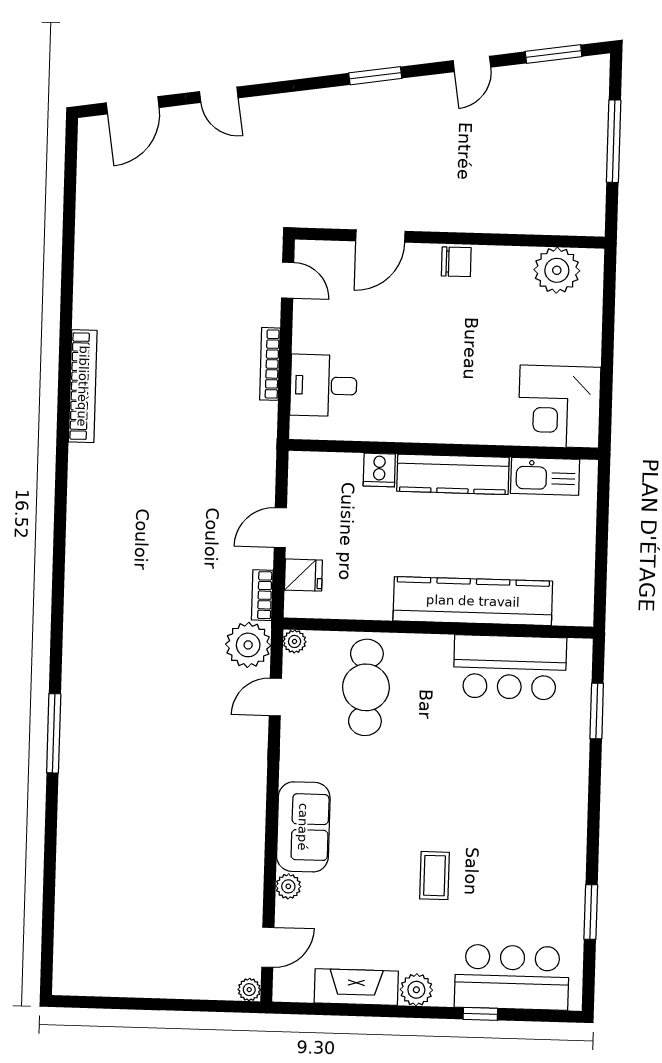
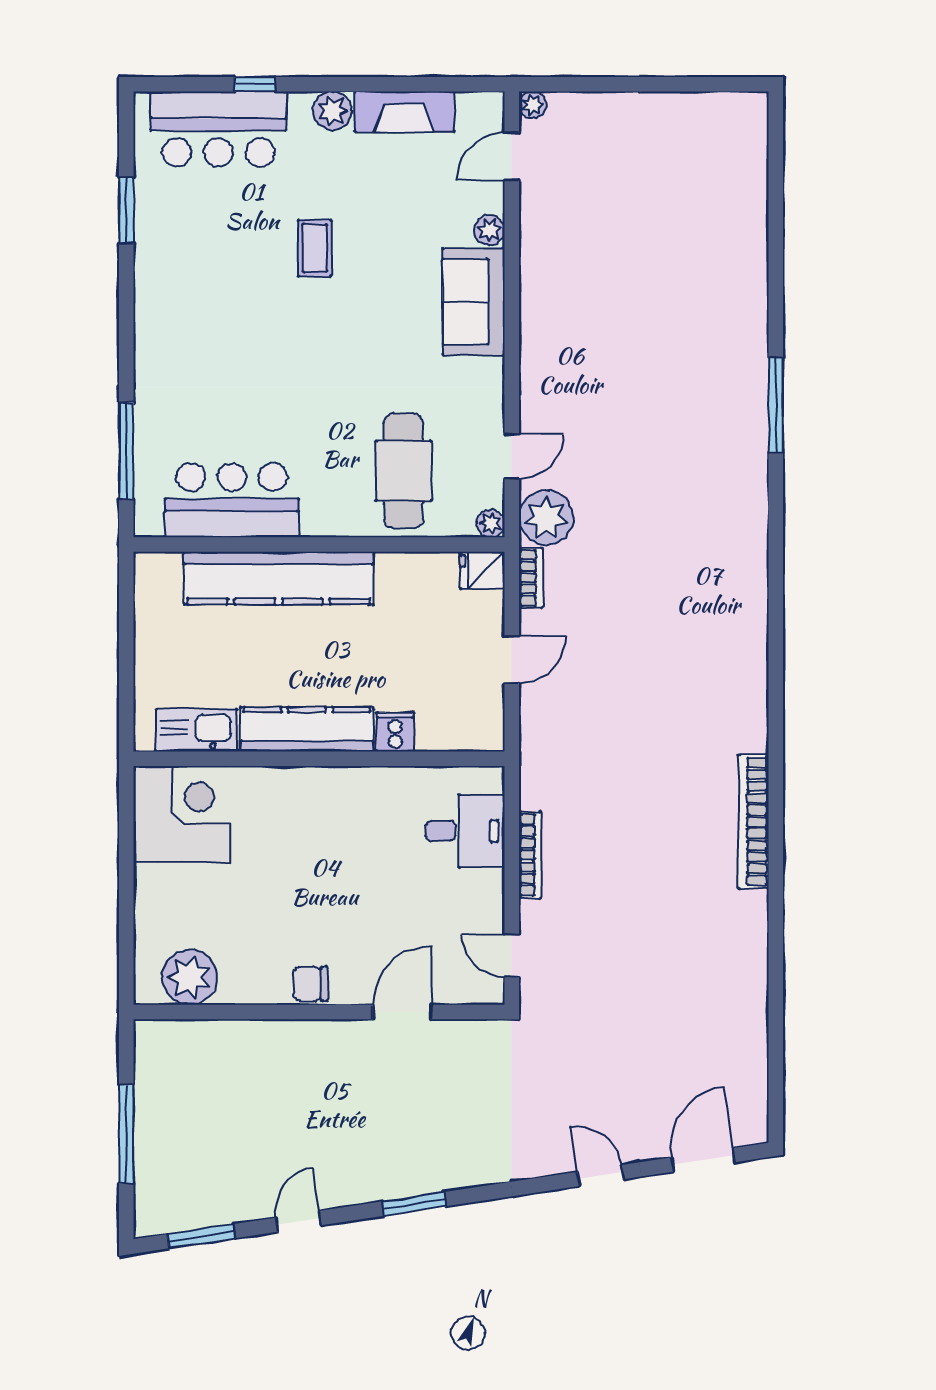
fridge: (303, 575) -> (482, 570), moved
window: (597, 711) -> (126, 451), width x1.44

